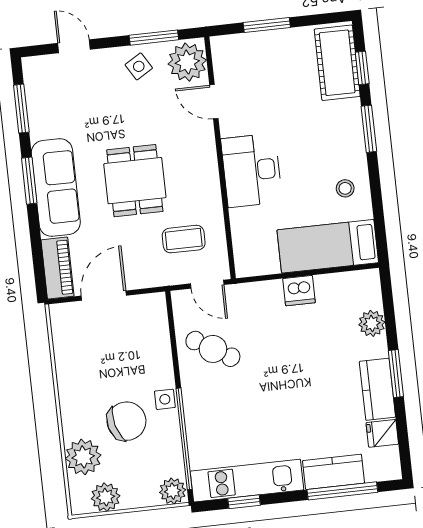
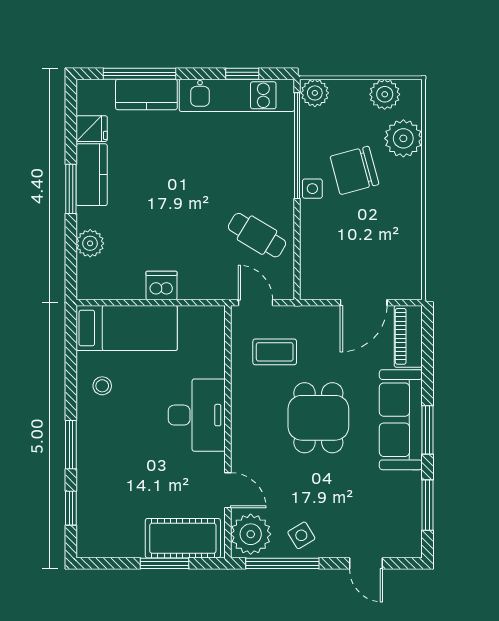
window: (154, 38) -> (282, 563), width x1.44
cot: (337, 63) -> (183, 538), moved, turned 90

